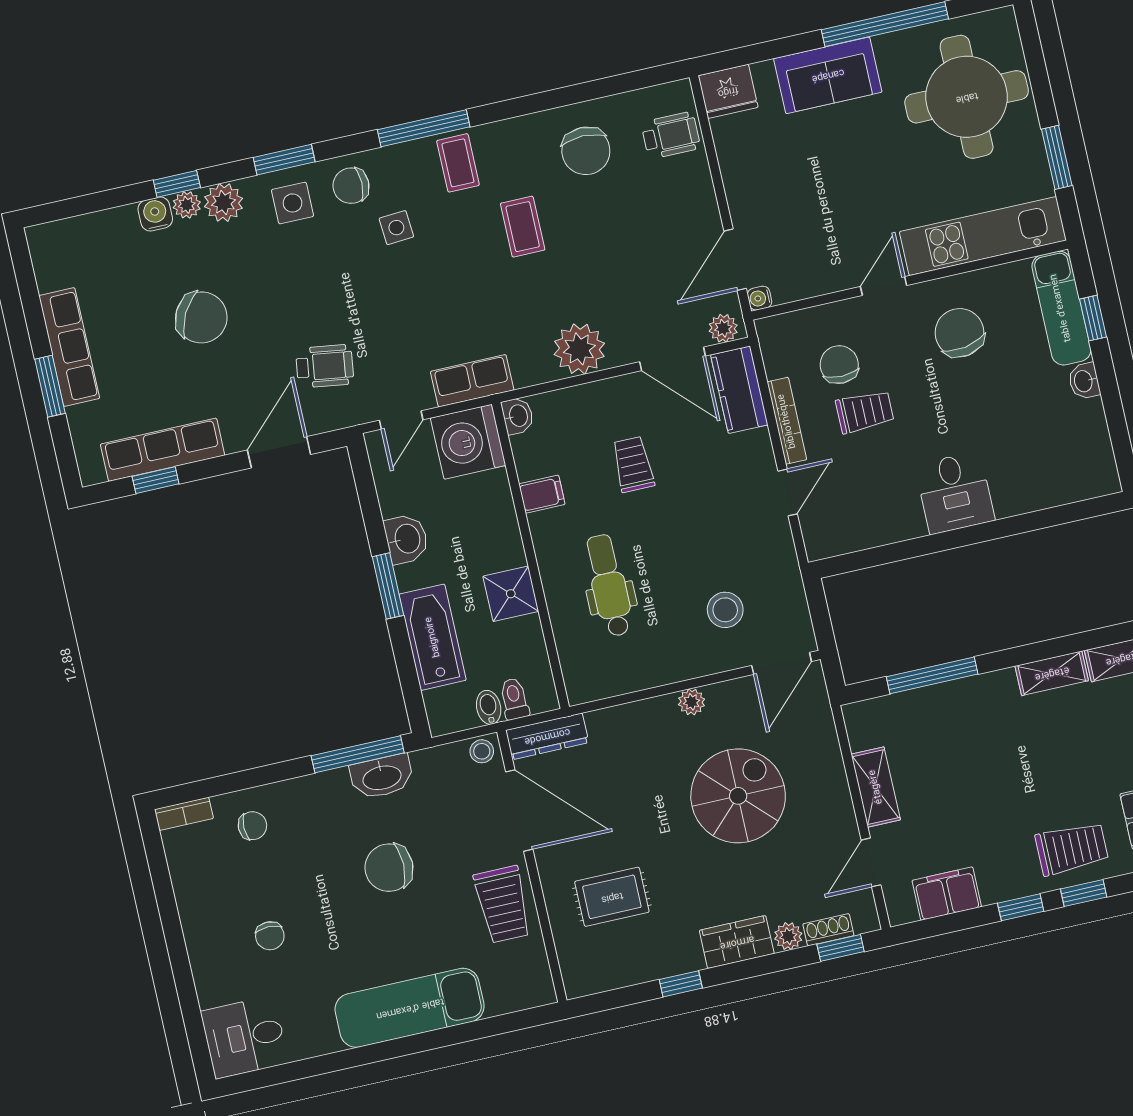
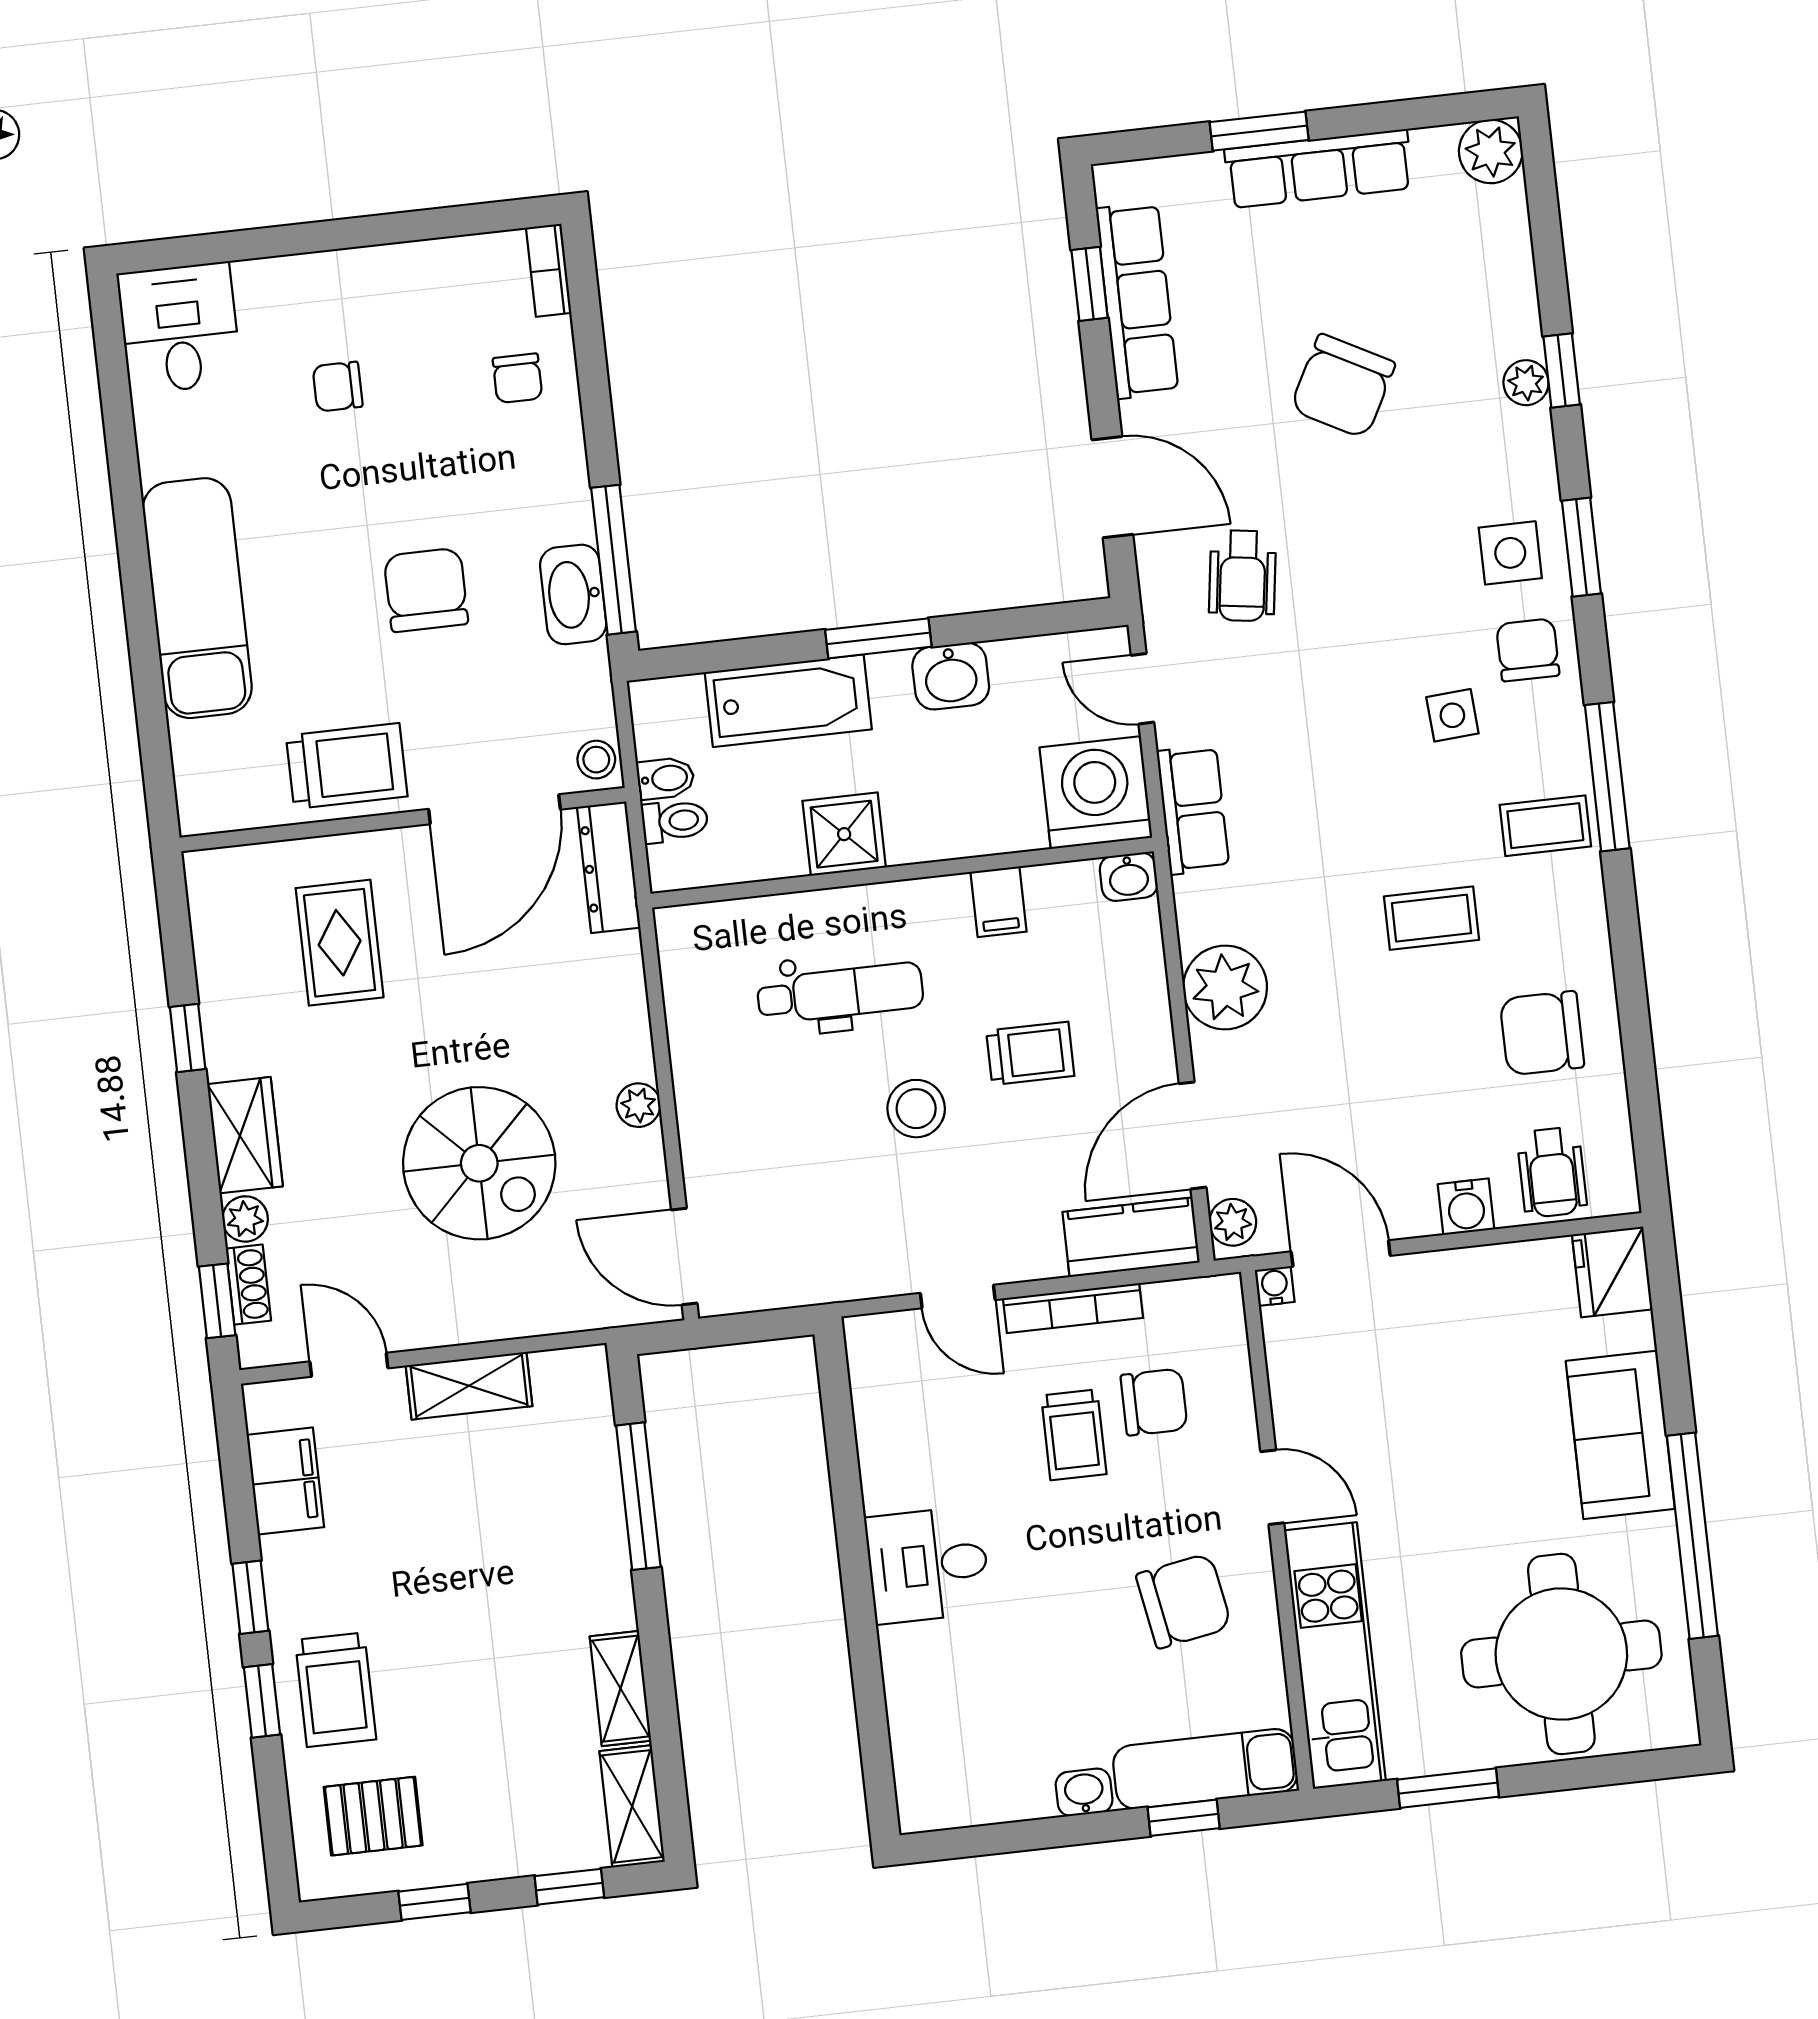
plant: (224, 202) -> (1491, 151), moved
water cooler: (155, 214) -> (1466, 1207), moved, turned 90
stool: (725, 610) -> (916, 1109), moved
trolley: (503, 904) -> (347, 766), turned 180

